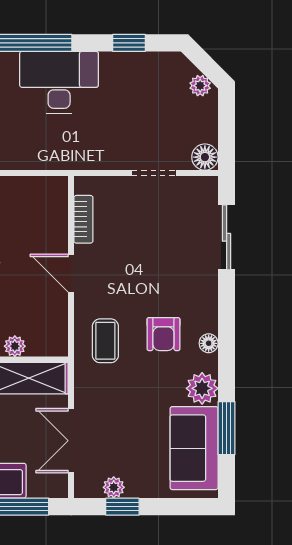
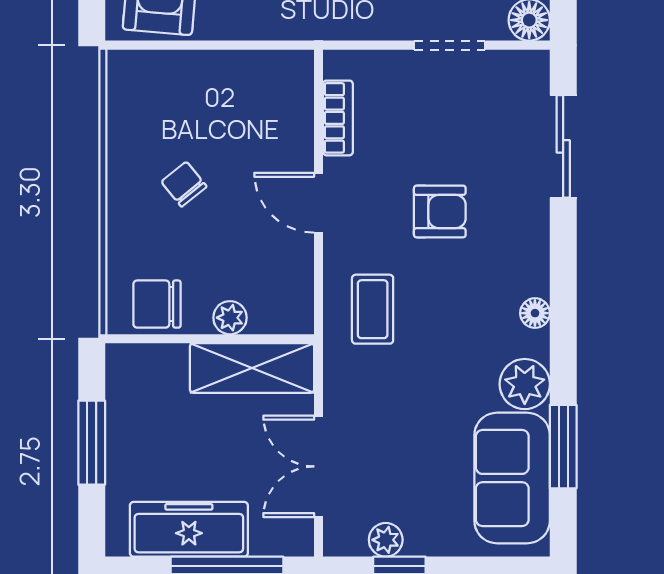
armchair: (163, 334) -> (440, 211), moved, turned -90

